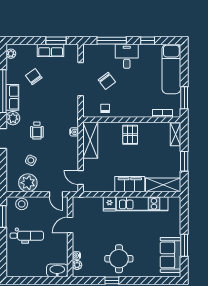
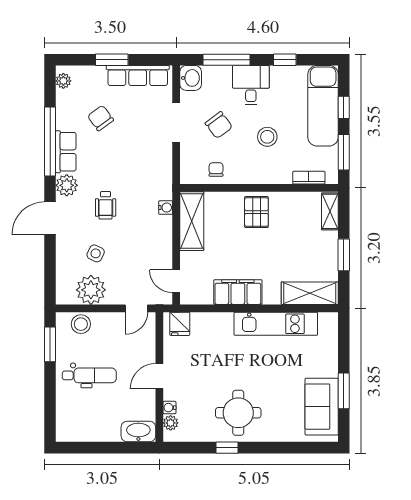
window: (56, 41) -> (112, 60), moved
row of seats: (51, 50) -> (138, 76), width x1.48
washbasin: (89, 52) -> (191, 78), added
window: (184, 70) -> (344, 107), added
doorway: (81, 79) -> (176, 122), width x0.73
stool: (137, 88) -> (267, 137), added
filing cabinet: (130, 184) -> (238, 292), moved
door: (56, 194) -> (136, 308), hinge flipped
fridge: (109, 204) -> (180, 324), moved
door: (70, 225) -> (159, 376), moved

